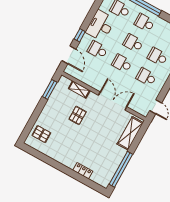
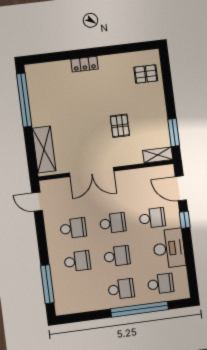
shelving: (79, 89) -> (158, 155), moved
locker: (83, 171) -> (84, 64), moved

